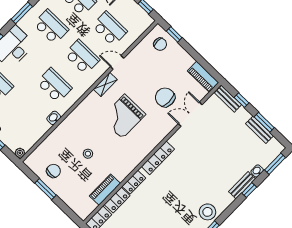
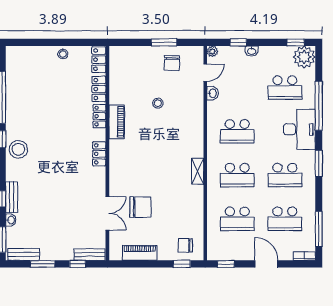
door: (117, 62) -> (205, 73), moved
piano: (203, 77) -> (140, 253), moved
grand piano: (123, 116) -> (159, 160), removed
washbasin: (54, 118) -> (212, 93), moved
bench: (260, 130) -> (24, 254), moved
locker: (158, 158) -> (99, 154), width x0.66
piano: (105, 190) -> (117, 122), moved

